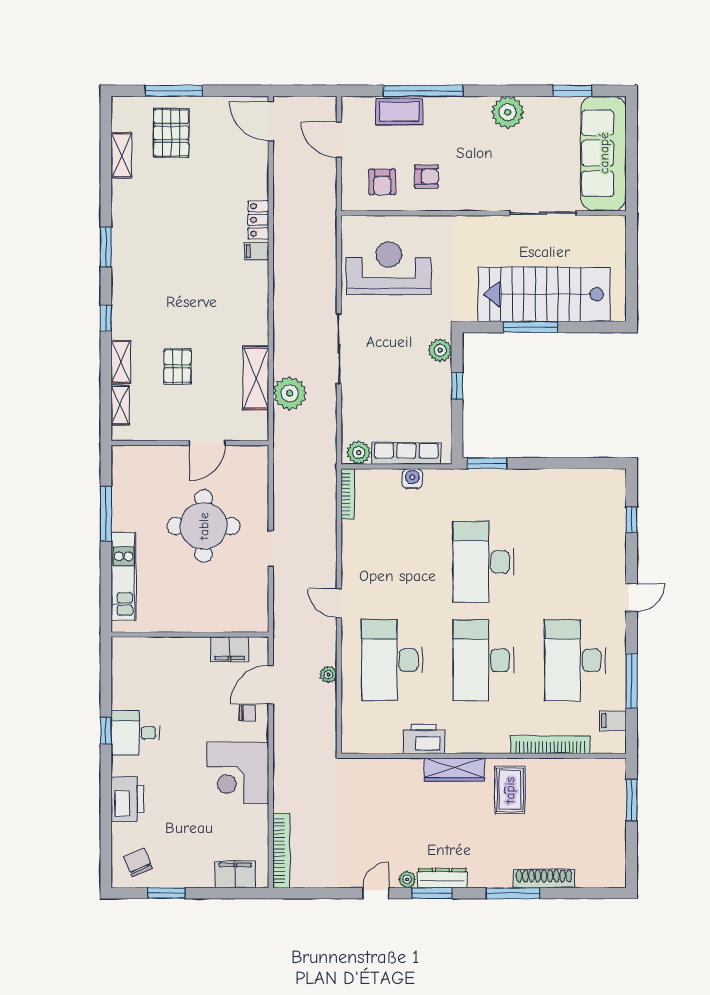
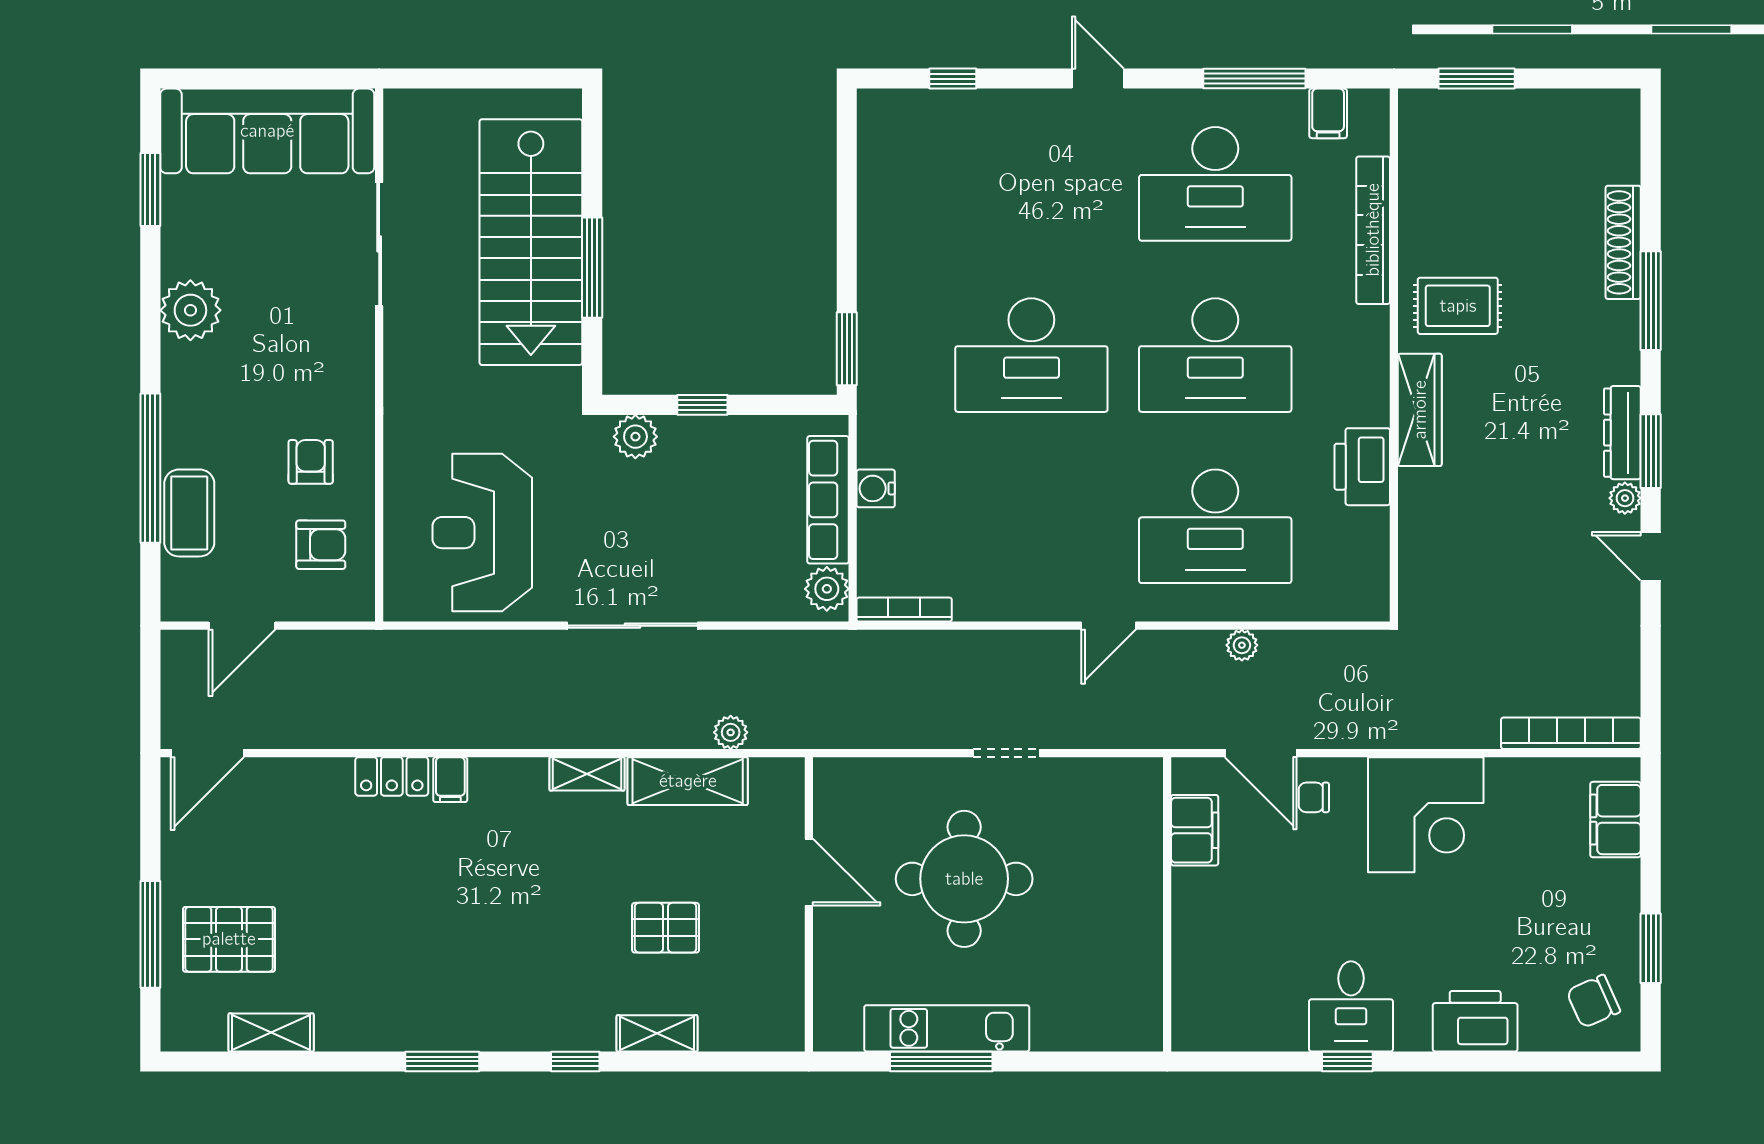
plant: (290, 393) -> (731, 732), width x0.53, depth x0.53
shelving: (120, 405) -> (587, 774), moved
kitchen unit: (124, 577) -> (947, 1028), moved
chair: (247, 713) -> (1314, 797), turned -90

